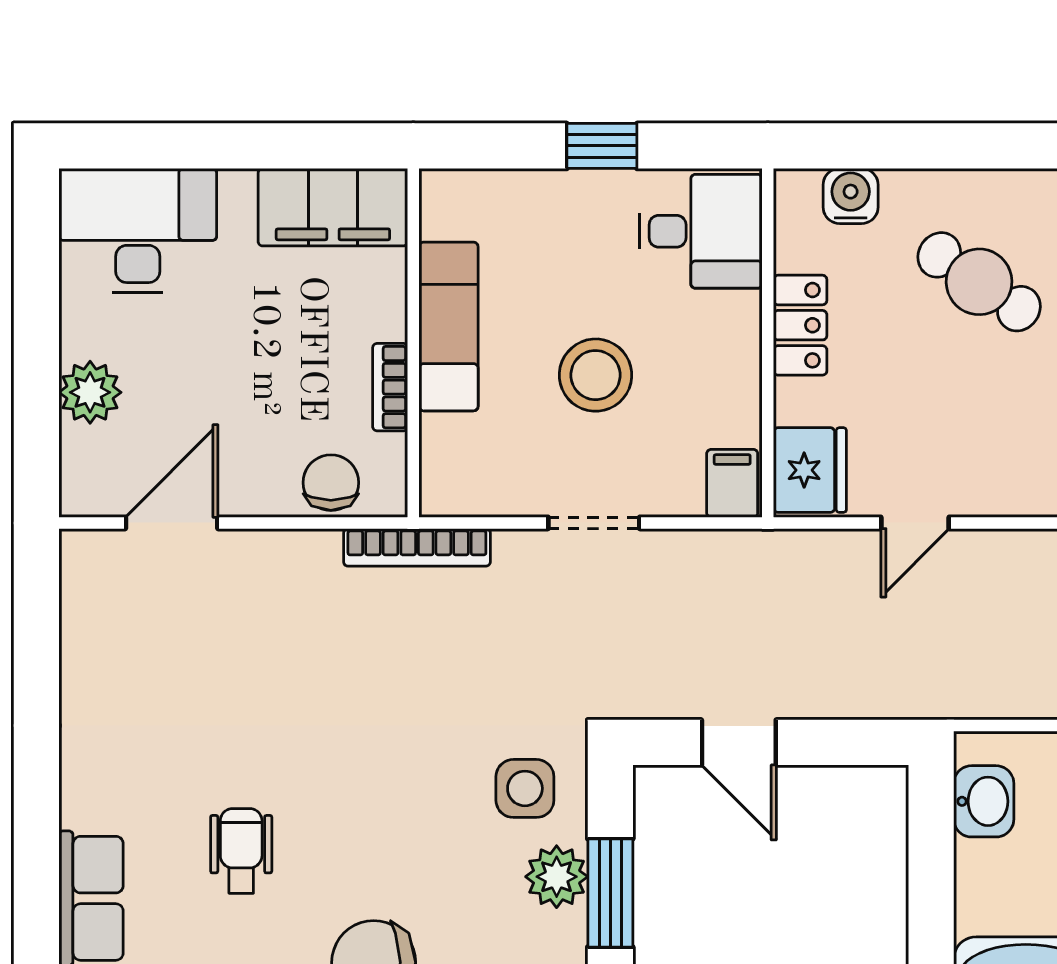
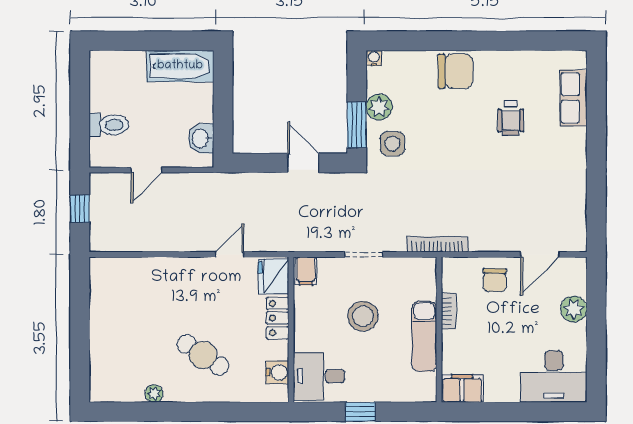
water cooler: (851, 196) -> (277, 372), moved, turned -90
filing cabinet: (333, 207) -> (462, 388), width x0.67, depth x0.86
locker: (800, 325) -> (278, 318), moved
chair: (331, 483) -> (495, 280), moved
window: (610, 893) -> (357, 125), moved

